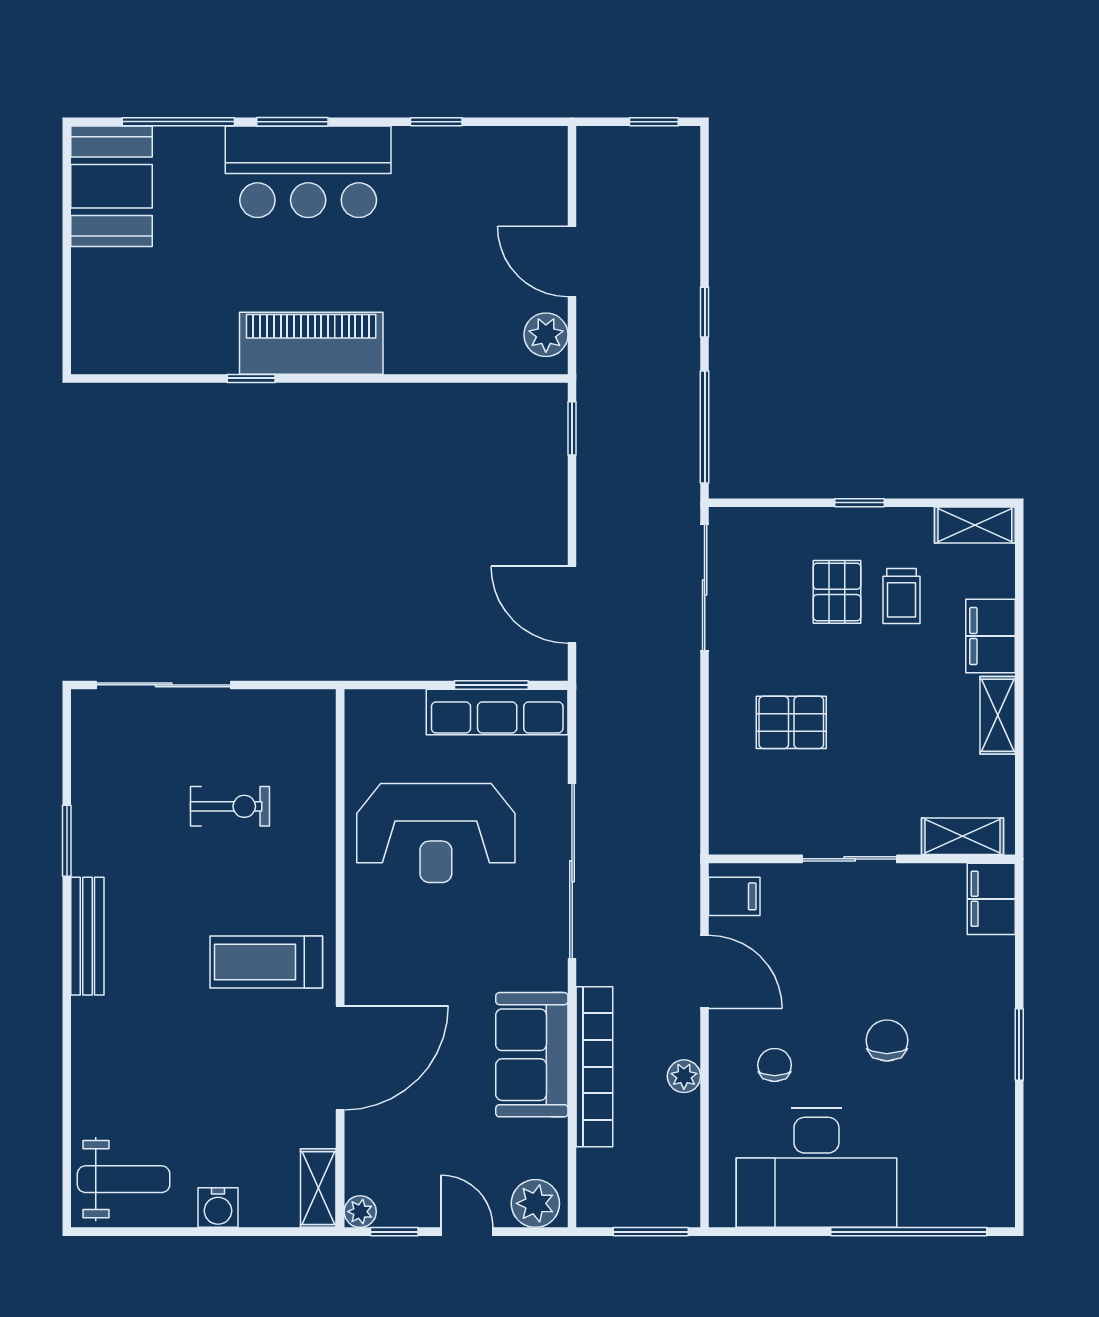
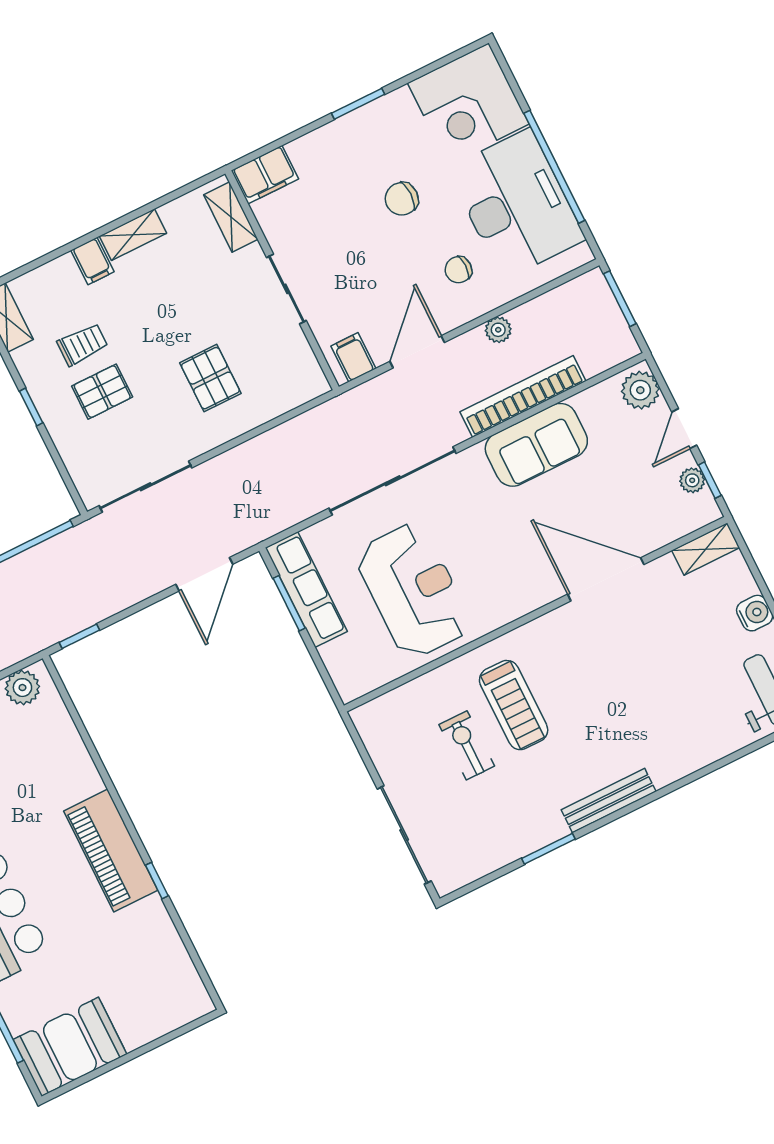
filing cabinet: (991, 636) -> (92, 261), width x0.50
treadmill: (266, 962) -> (514, 705), moved
corner desk: (958, 1170) -> (468, 104), added
plant: (360, 1212) -> (692, 480), moved
window: (909, 1232) -> (554, 167), moved

